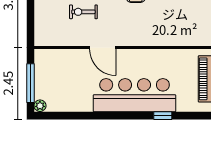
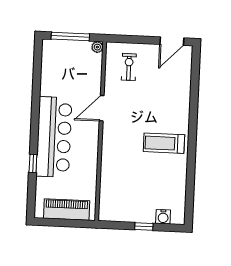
exercise bike: (83, 12) -> (129, 67), moved
plant: (40, 106) -> (97, 47), moved

